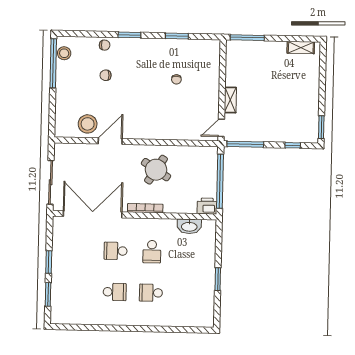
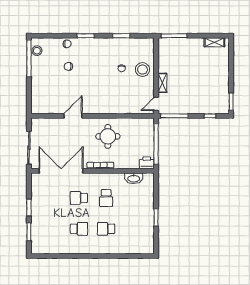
stool: (88, 124) -> (142, 69), moved
round table: (156, 170) -> (108, 136), turned -33

